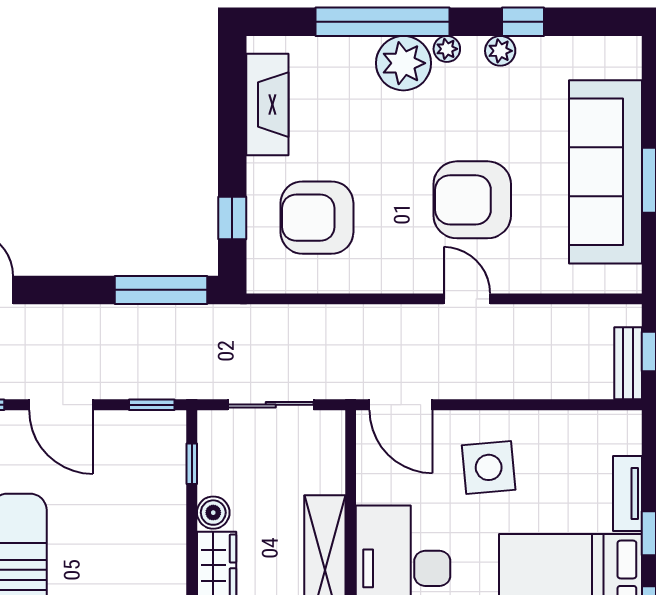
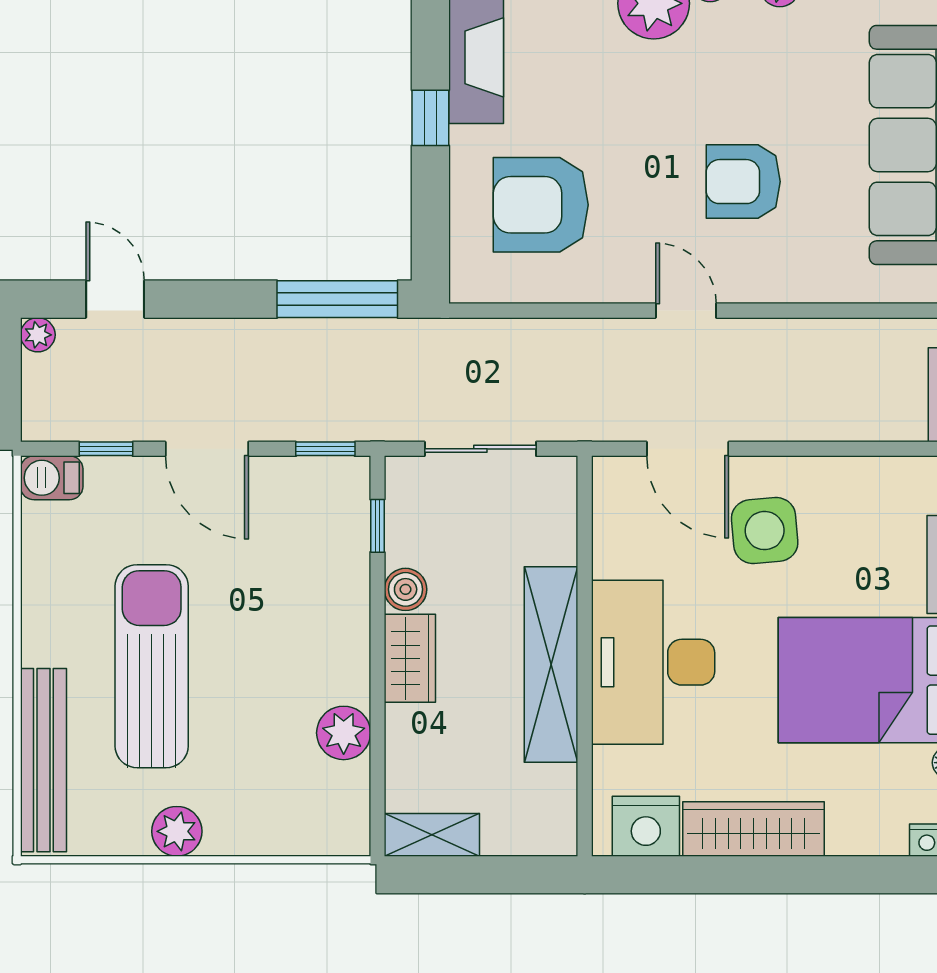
armchair: (472, 200) -> (743, 182), width x0.73, depth x0.73
window: (232, 218) -> (430, 118), moved
door: (467, 299) -> (686, 311), moved
door: (401, 405) -> (688, 449), moved

